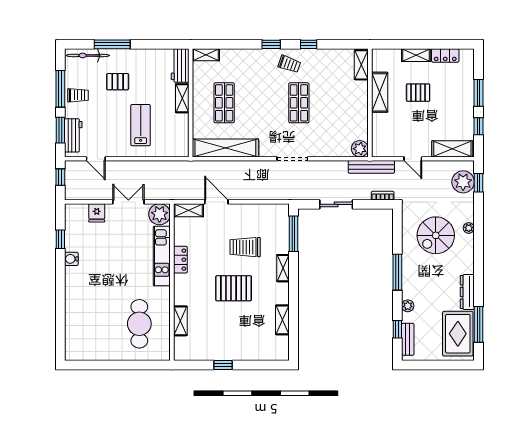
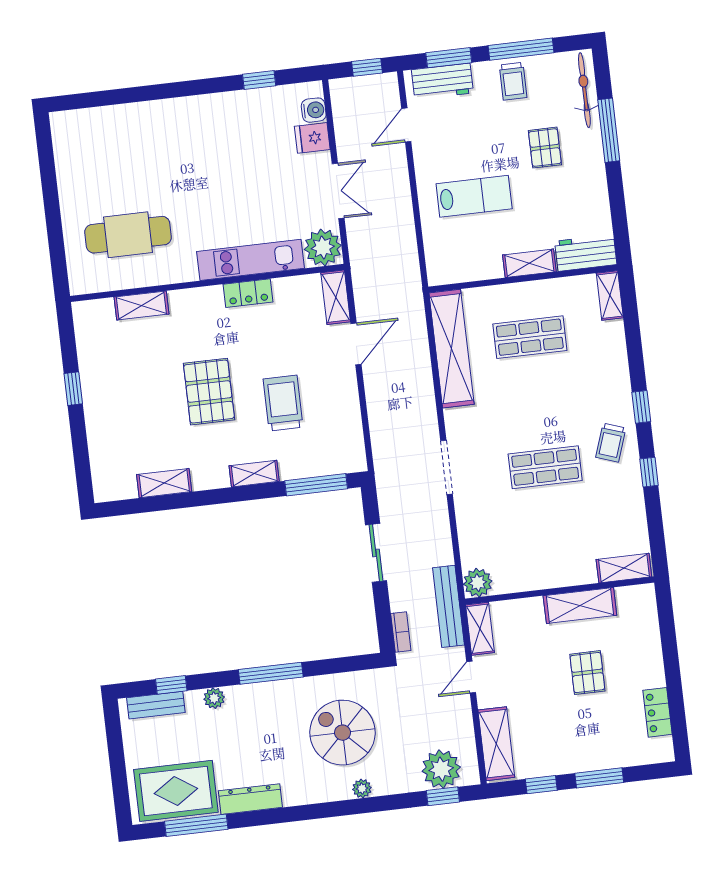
shelving: (416, 55) -> (480, 629), moved
water cooler: (71, 259) -> (314, 110), moved, turned 90

